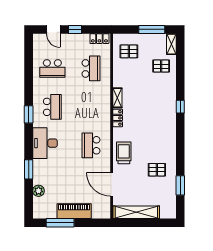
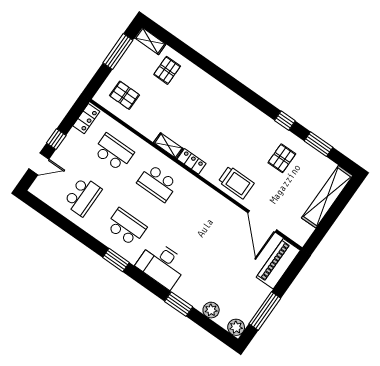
pallet: (129, 51) -> (124, 95), turned 90
window: (180, 107) -> (285, 121), moved
school desk: (91, 145) -> (157, 183), moved
trolley: (124, 153) -> (236, 182), turned 180
door: (112, 184) -> (262, 221), hinge flipped
piano: (74, 211) -> (278, 264), moved
shelving: (136, 212) -> (327, 197), moved
plant: (39, 213) -> (236, 327), added

